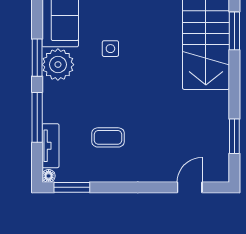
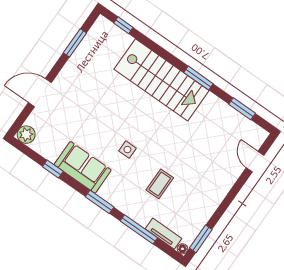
window: (234, 31) -> (198, 78), moved
plant: (58, 65) -> (114, 191), removed
coffee table: (108, 137) -> (160, 184), moved

